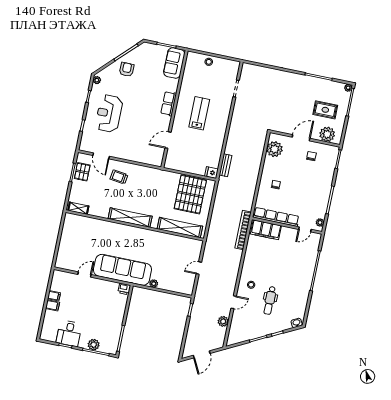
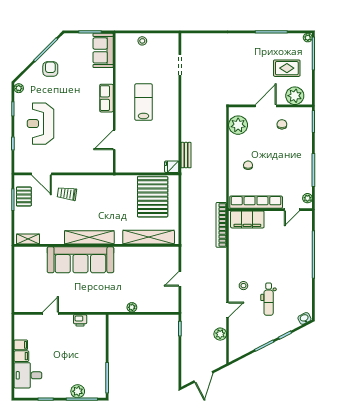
sofa: (122, 270) -> (80, 260), moved, turned 180
printer: (124, 289) -> (80, 320), moved
desk: (69, 333) -> (28, 375), moved, turned 90

